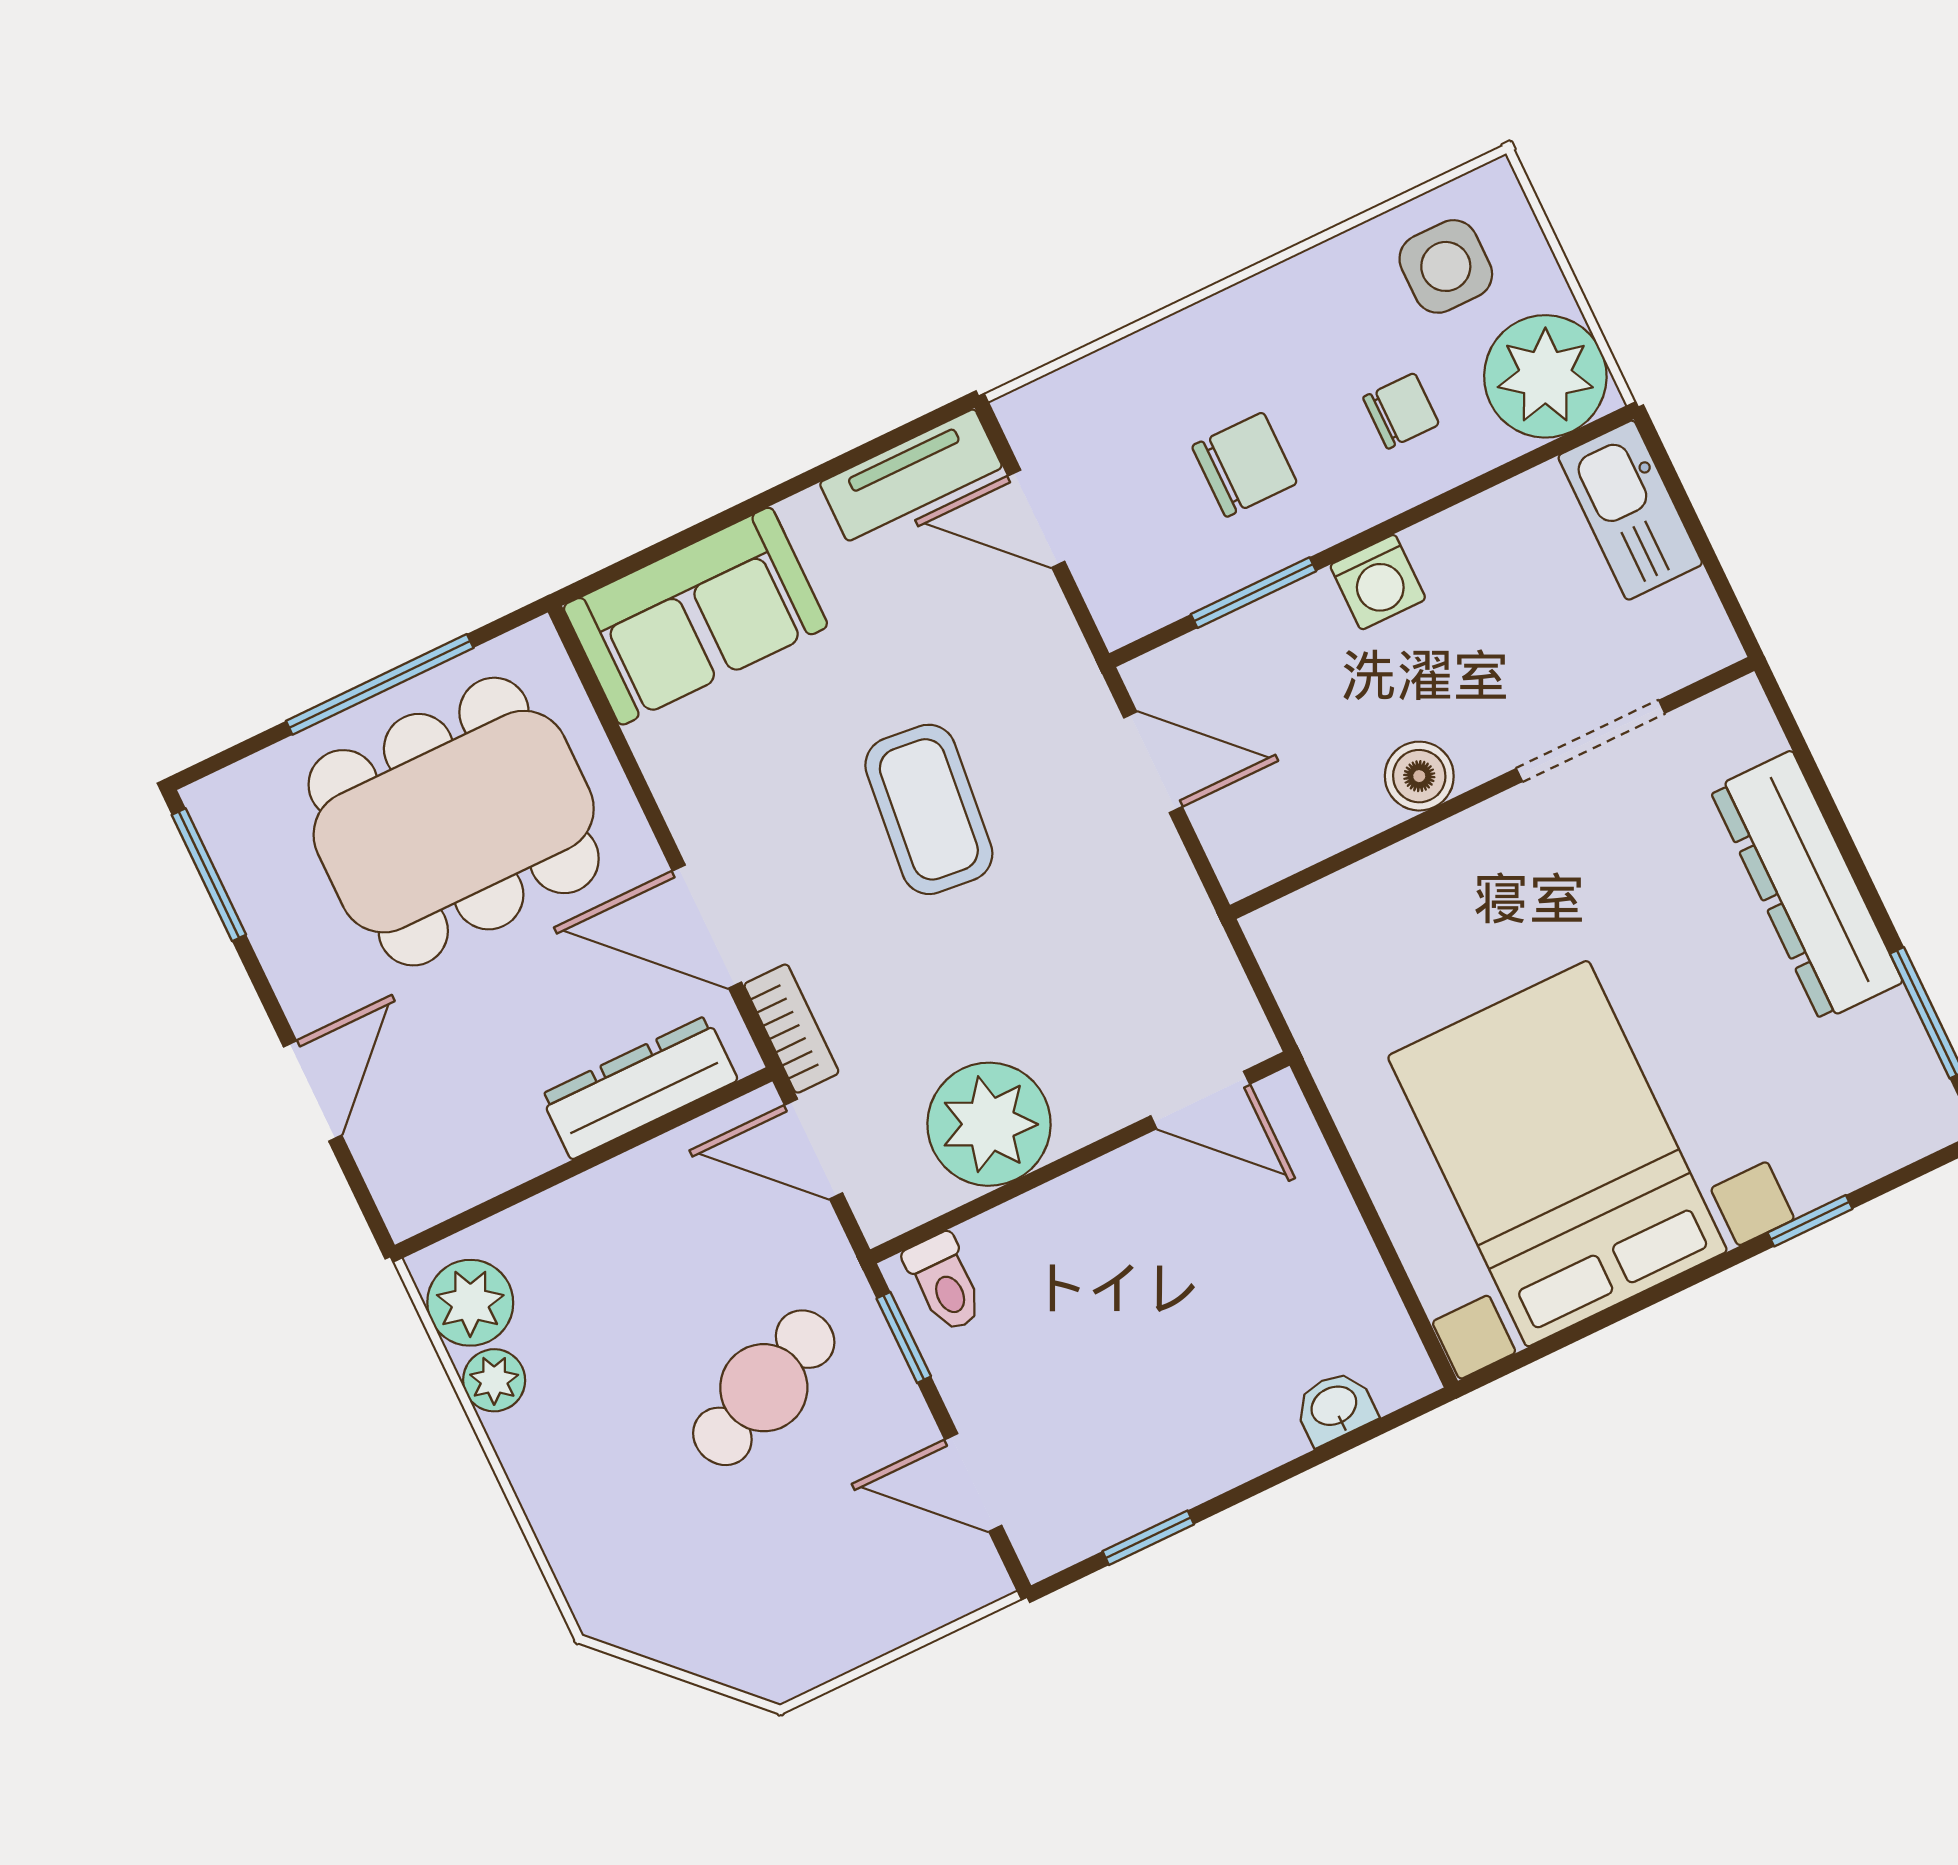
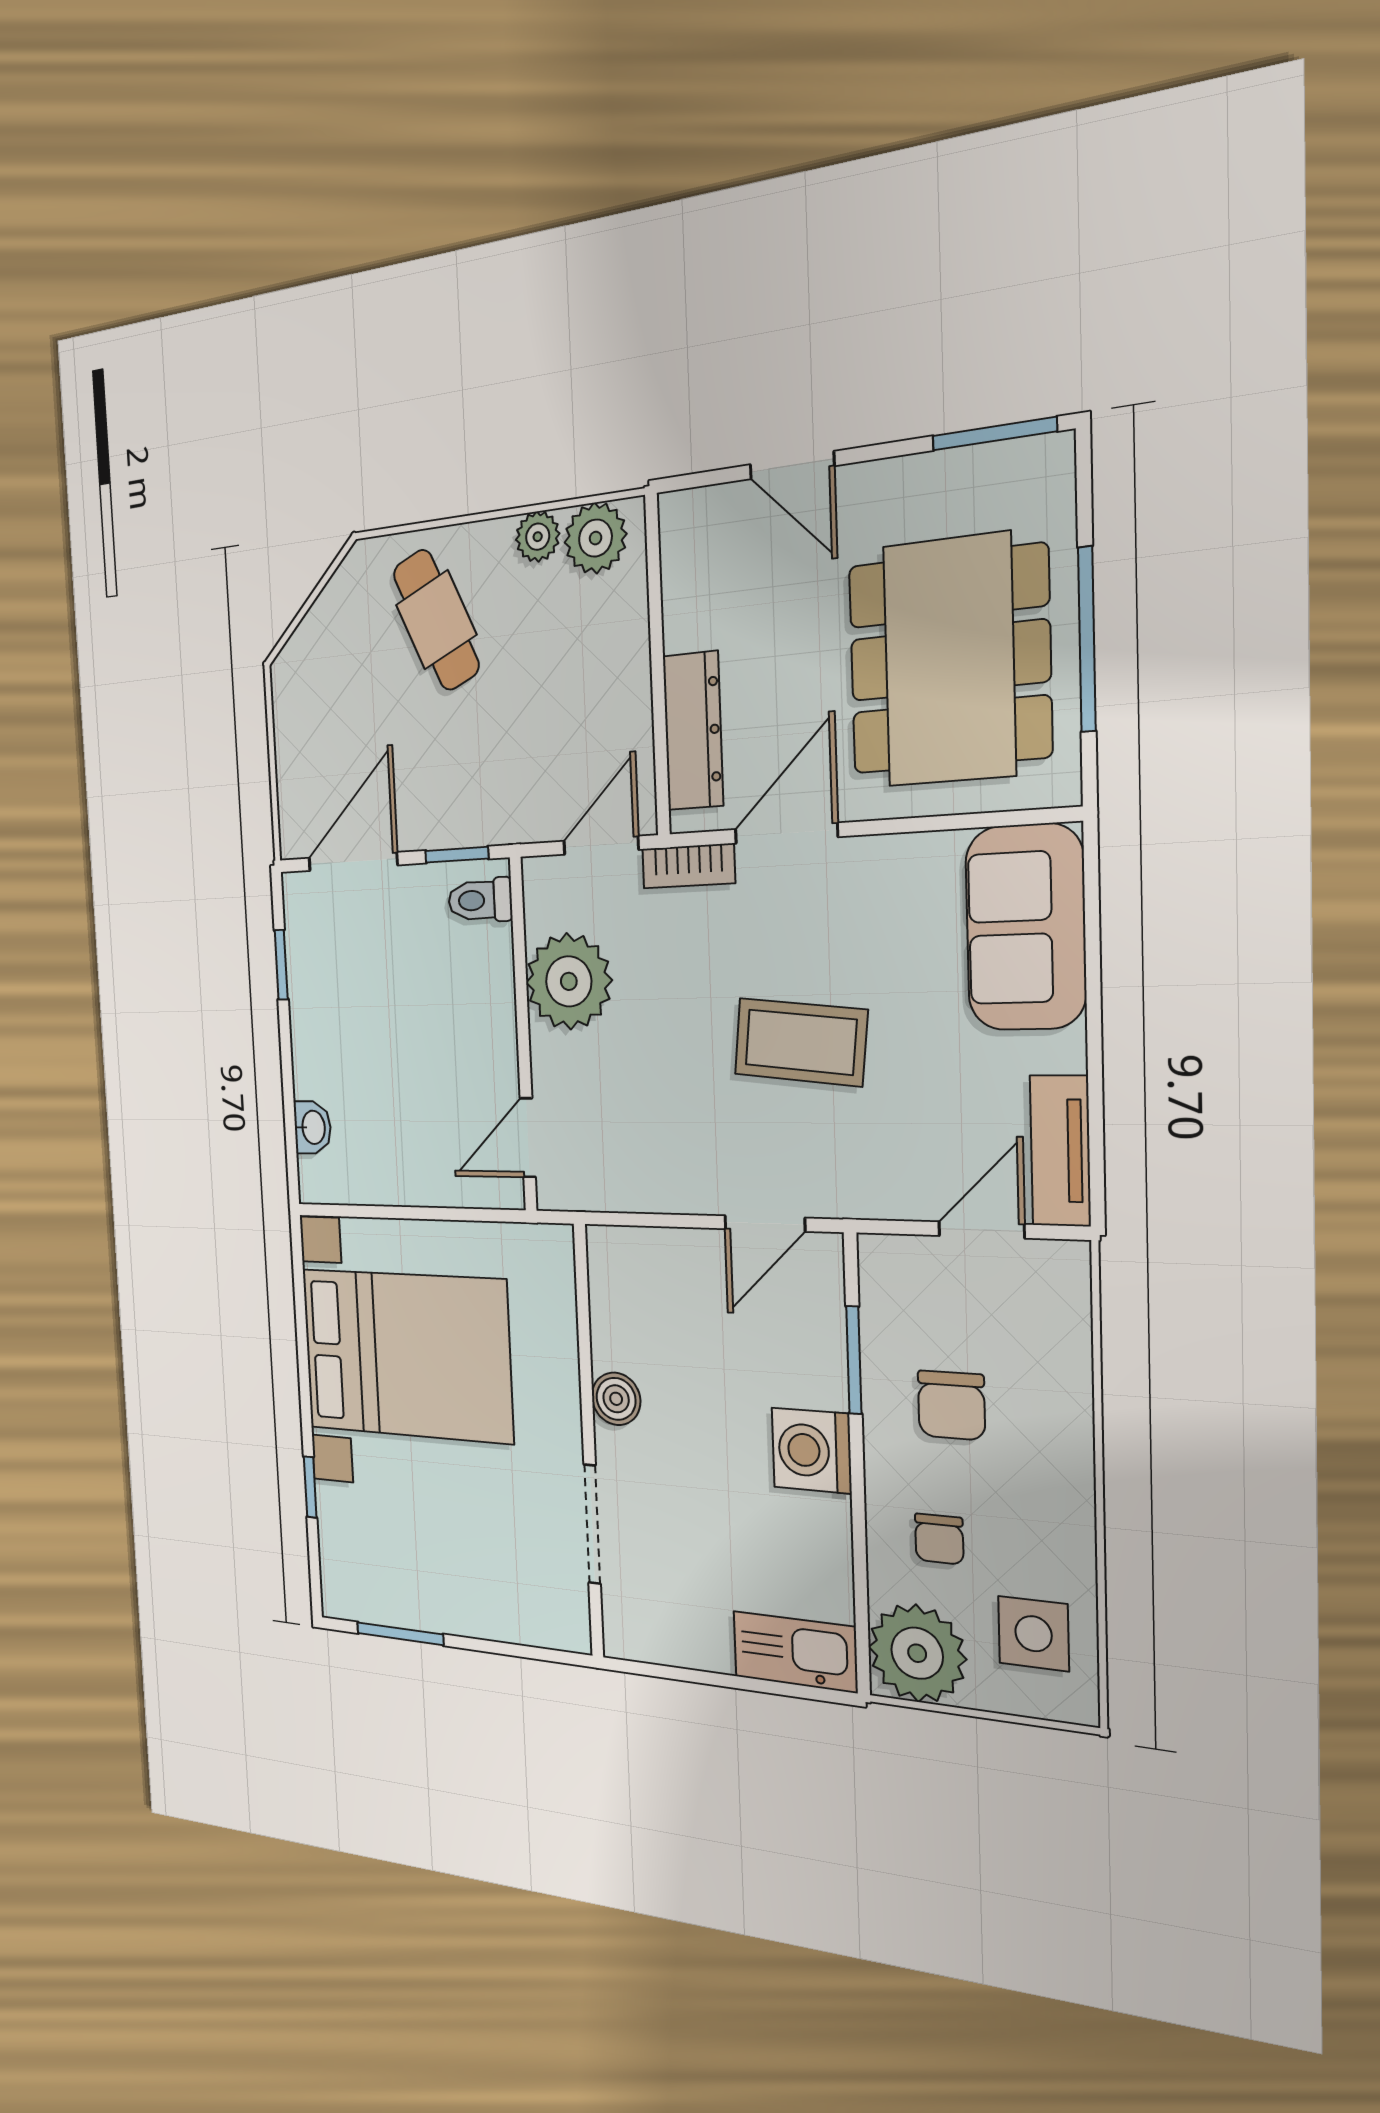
washing machine: (1378, 582) -> (812, 1451), width x1.38, depth x1.38
doorway: (1591, 741) -> (592, 1524), moved
boiler: (1419, 776) -> (616, 1399), moved
wall: (1492, 788) -> (589, 1442), moved
dresser: (1806, 886) -> (504, 1610), removed
cafe table: (764, 1388) -> (436, 620), moved
door: (973, 1482) -> (353, 862), width x1.38

